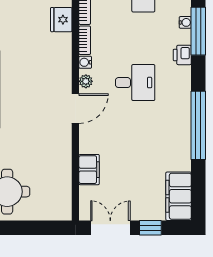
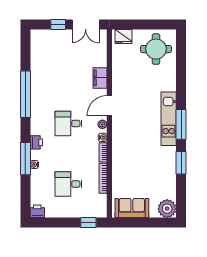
fridge: (61, 20) -> (123, 36), moved, turned 90
filing cabinet: (89, 170) -> (100, 78), moved
filing cabinet: (179, 196) -> (39, 46), removed

